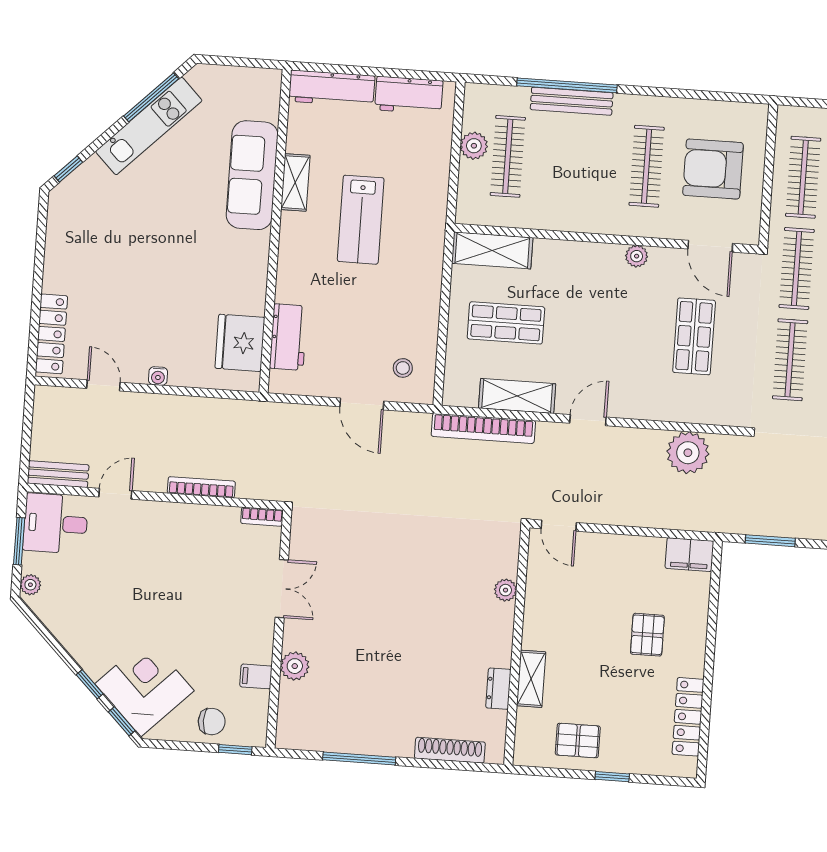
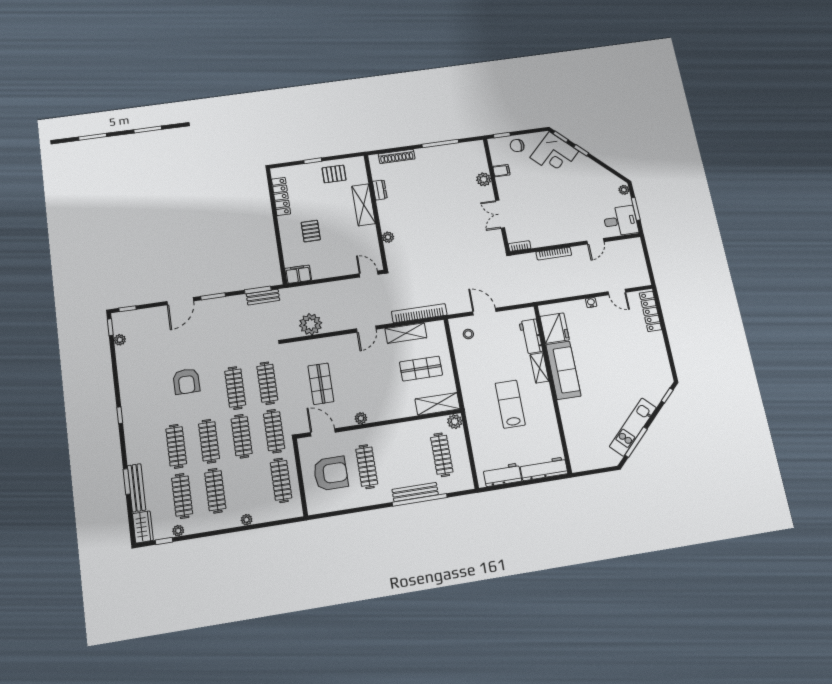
plant: (474, 146) -> (455, 422), moved
sofa: (252, 175) -> (563, 370), moved
shelving: (295, 182) -> (539, 368), moved
bench: (58, 474) -> (263, 297), moved
shelving: (531, 679) -> (364, 205), width x1.50, depth x1.33

